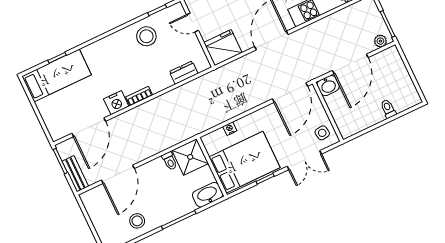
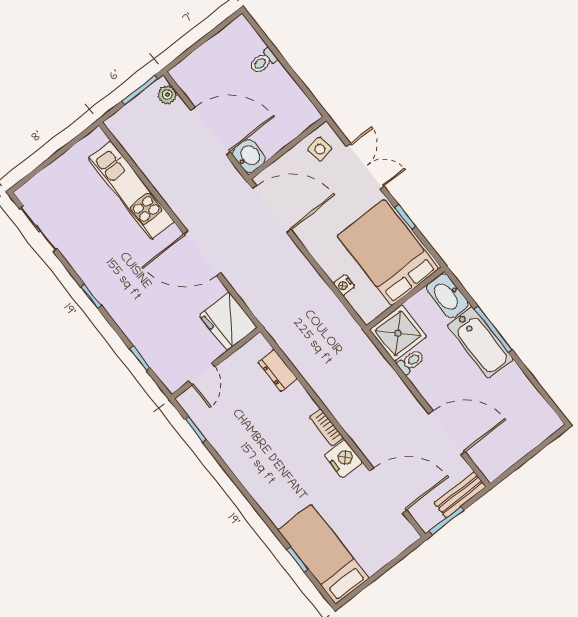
stool: (146, 36) -> (237, 436), removed
bathtub: (172, 209) -> (480, 342), added
stool: (137, 221) -> (508, 389), removed

